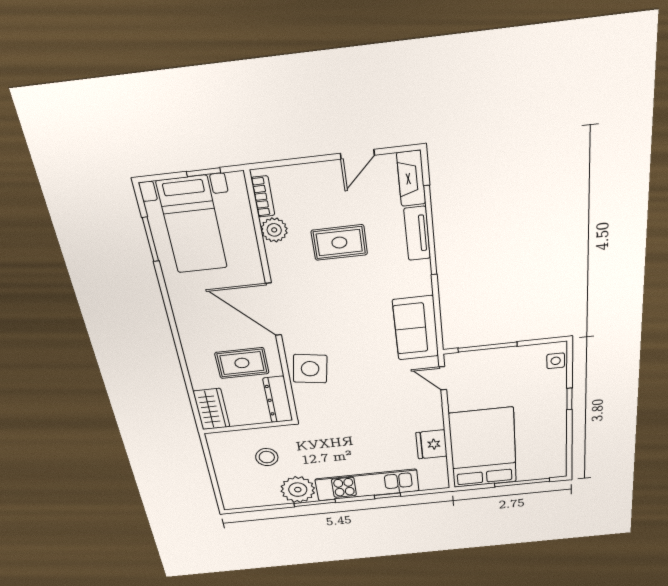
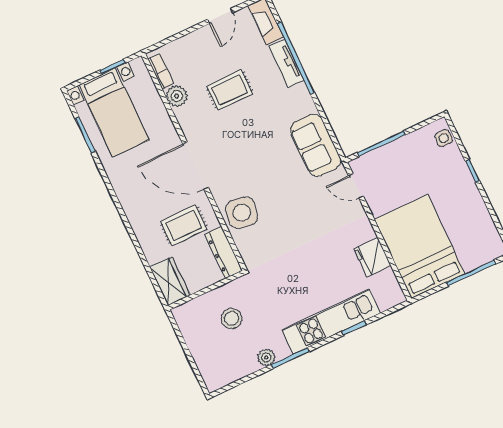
plant: (298, 490) -> (266, 357), width x0.53, depth x0.53

